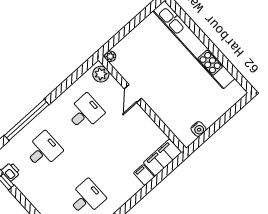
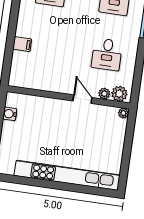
plant: (112, 84) -> (104, 94), added
filing cabinet: (163, 157) -> (19, 69), removed

